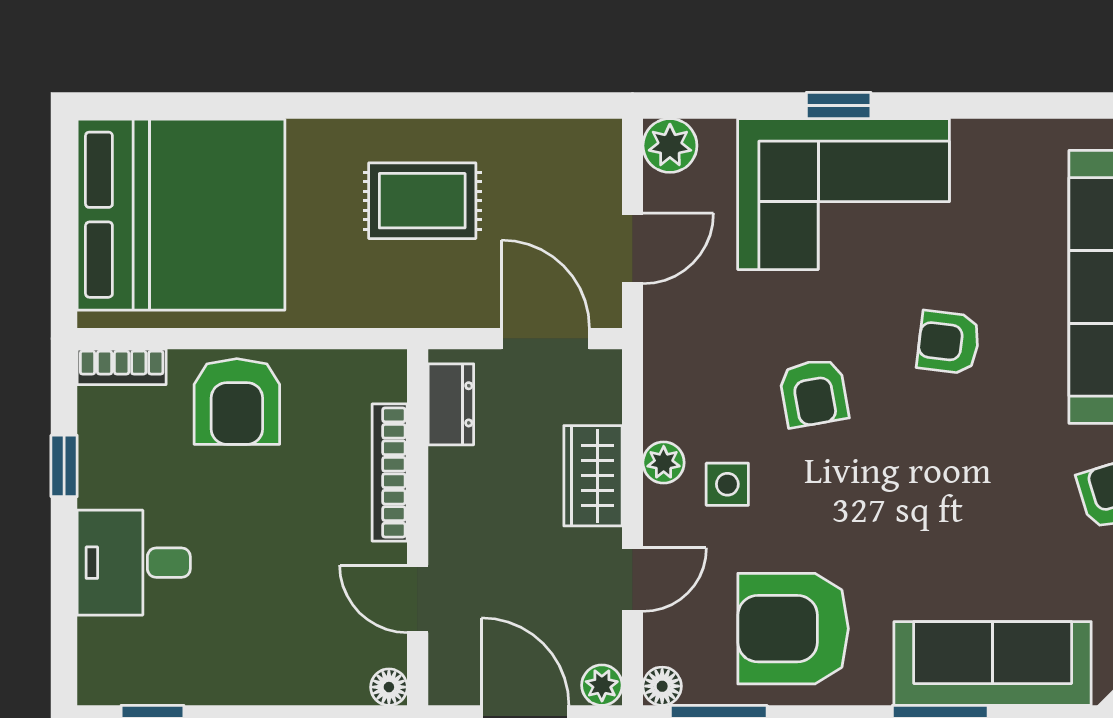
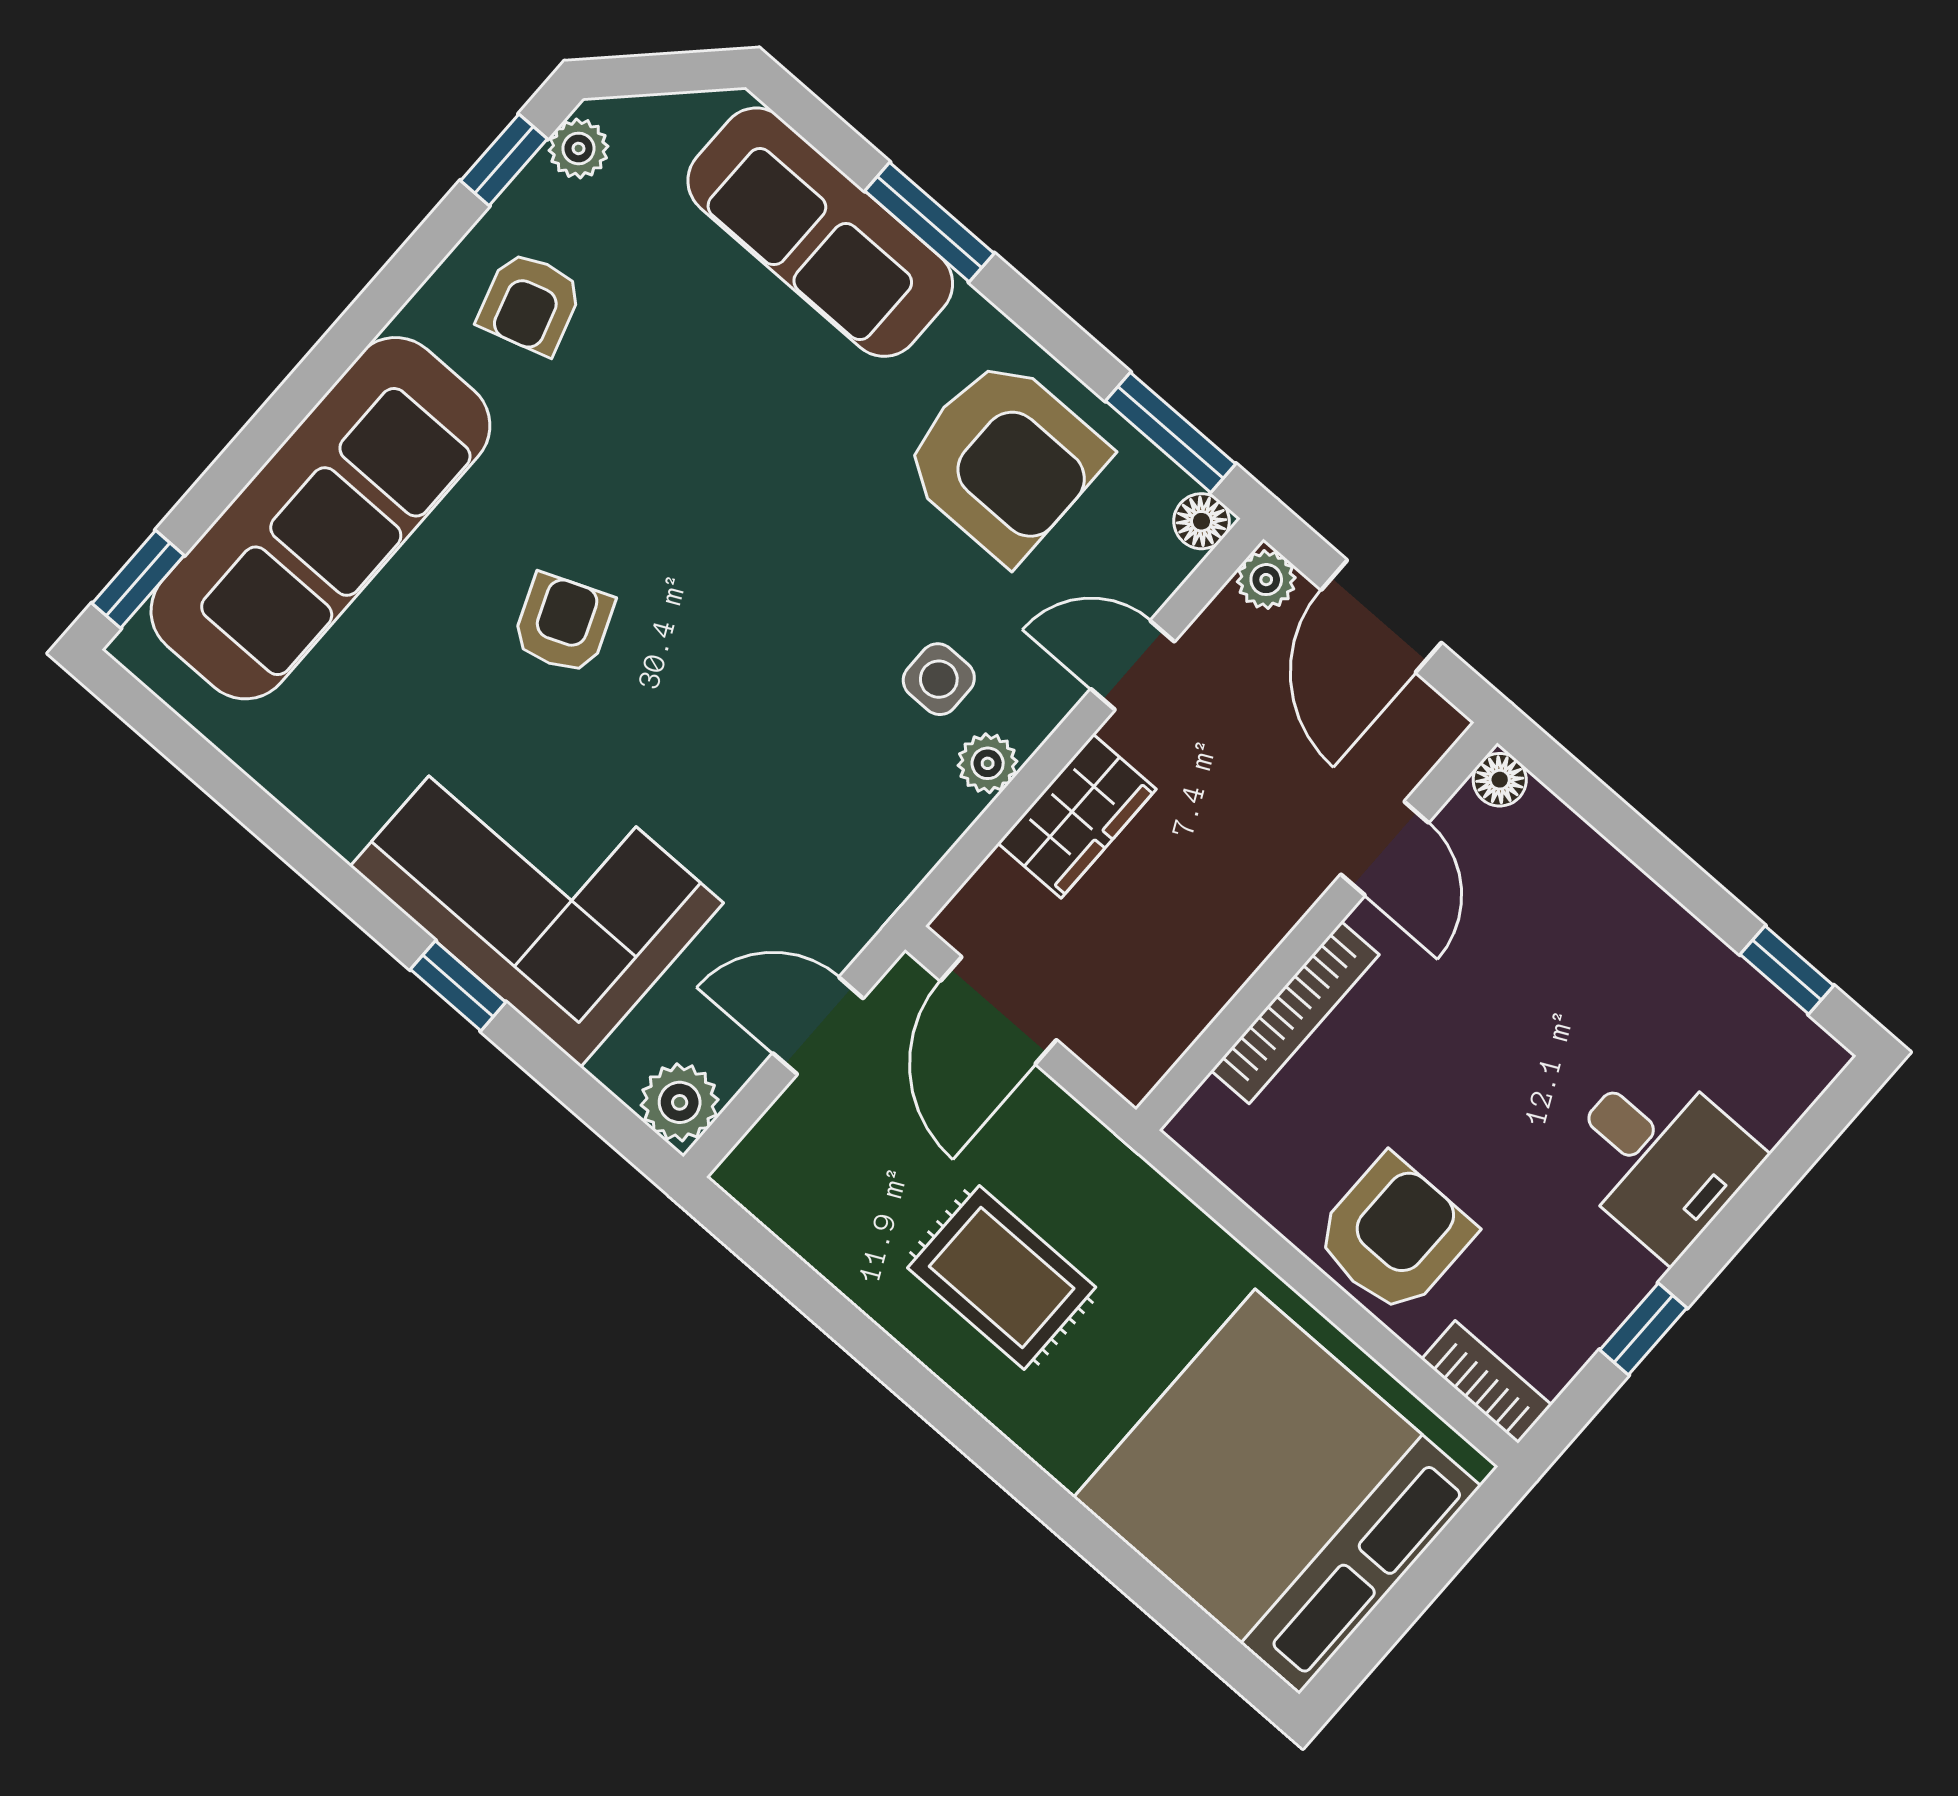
armchair: (948, 342) -> (563, 624), turned -119
armchair: (814, 393) -> (758, 697), removed
dresser: (451, 404) -> (1164, 1029), removed

